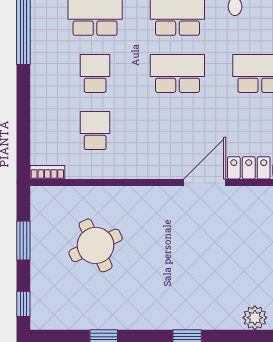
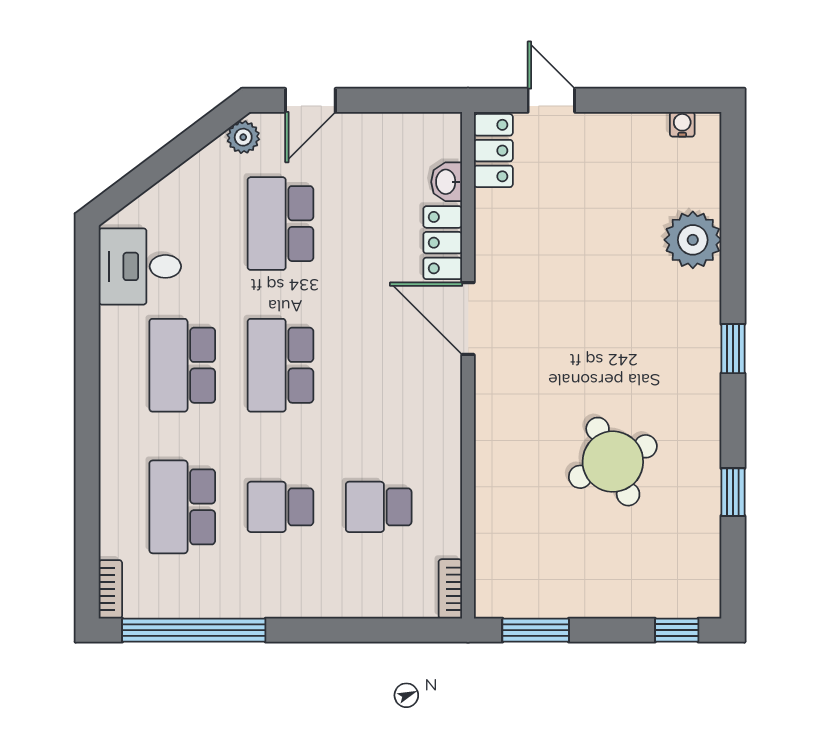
window: (23, 240) -> (536, 630), moved
round table: (96, 245) -> (613, 462), moved
plant: (255, 318) -> (693, 240), width x1.36, depth x1.36

